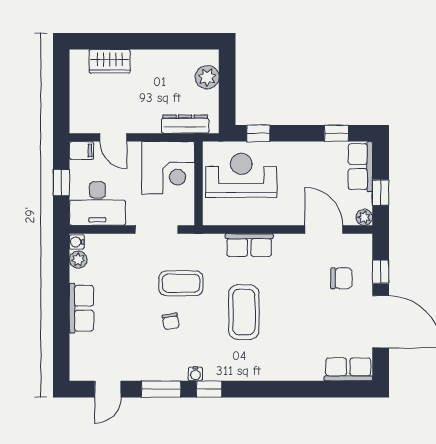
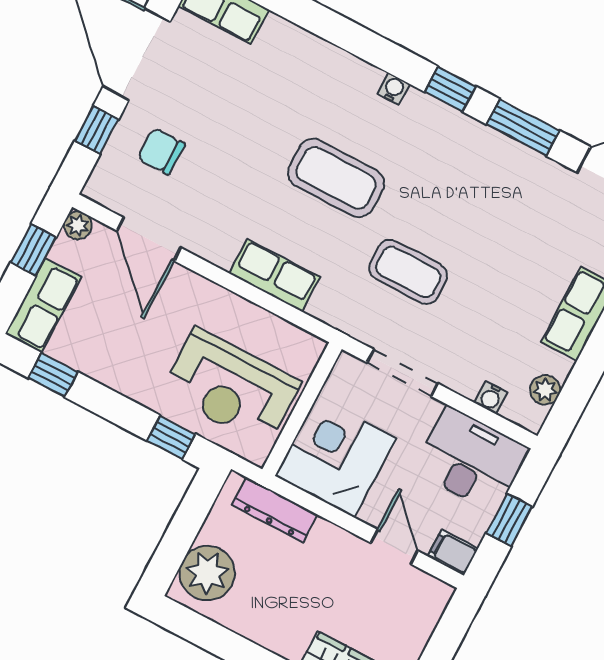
plant: (207, 77) -> (207, 573), width x1.36, depth x1.36
water cooler: (77, 242) -> (491, 397), moved, turned 90
coffee table: (244, 312) -> (336, 178), turned 90
chair: (171, 321) -> (454, 222), removed
water cooler: (195, 374) -> (394, 89), moved

